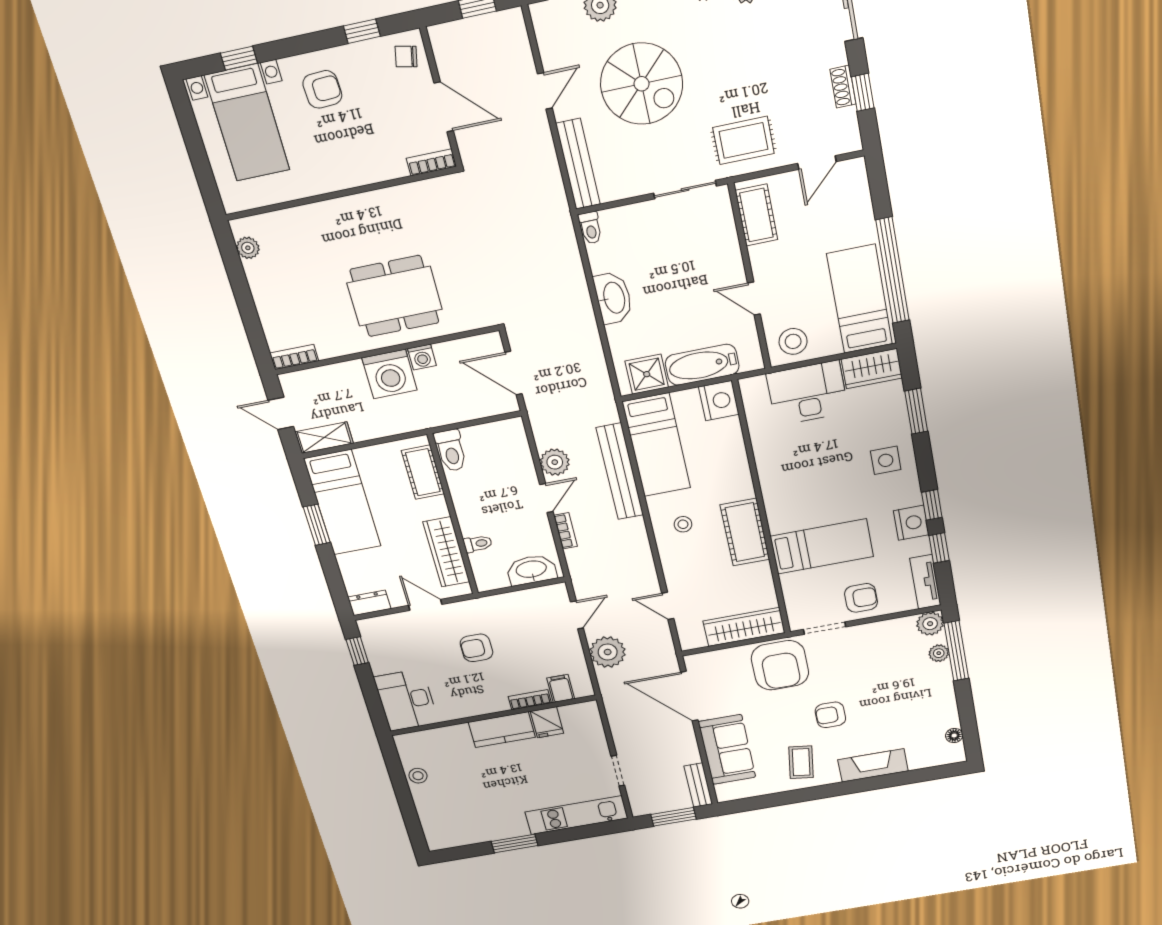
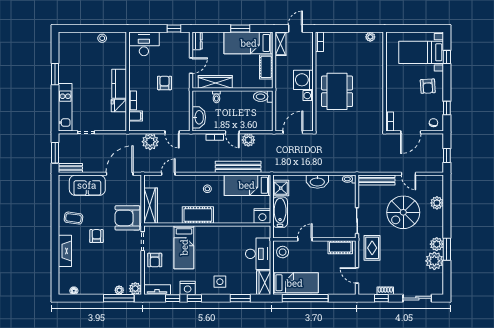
cot: (423, 472) -> (266, 67), moved, turned 90

